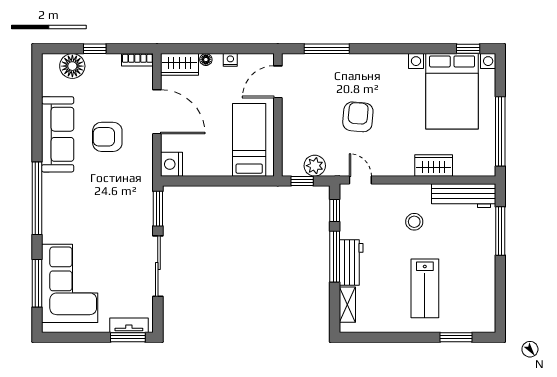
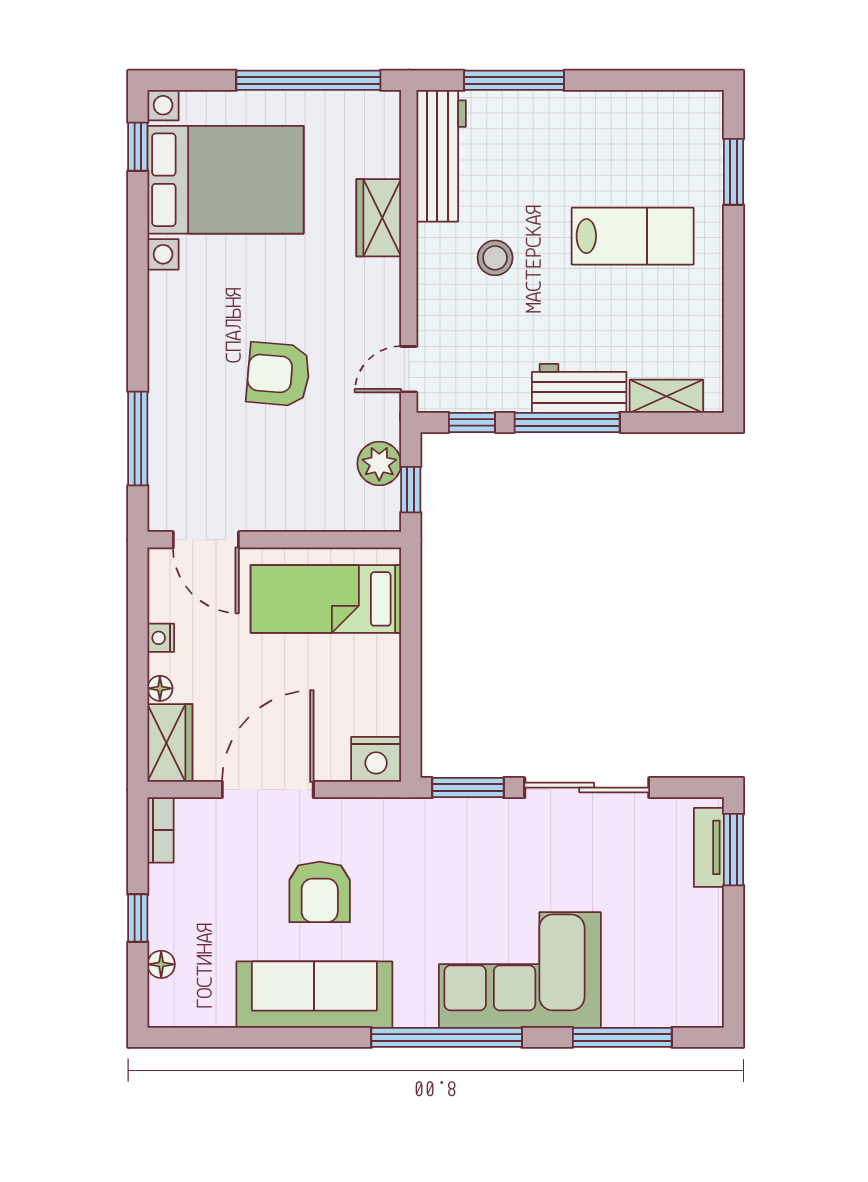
floor lamp: (72, 66) -> (161, 964), width x0.53, depth x0.53
corner sofa: (70, 283) -> (520, 970), moved

